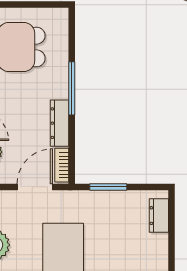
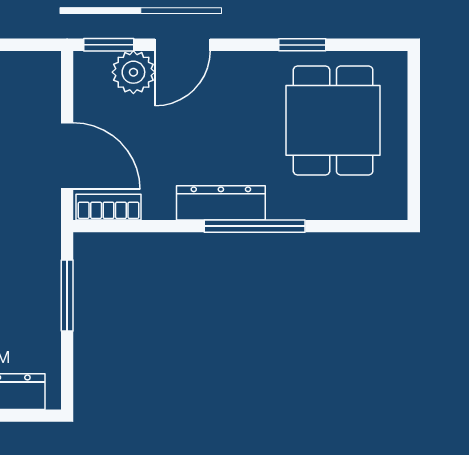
dresser: (59, 123) -> (221, 203), moved

